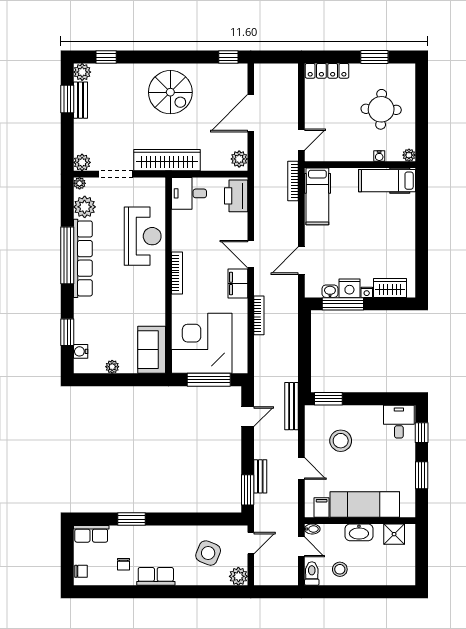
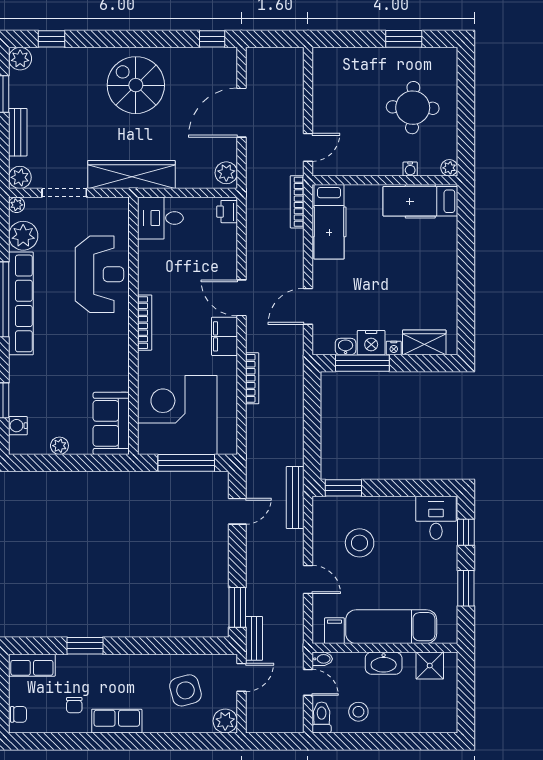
locker: (327, 71) -> (342, 57), removed
spiral stairs: (170, 92) -> (136, 85), turned 180
bench: (80, 100) -> (18, 132), moved
printer: (236, 196) -> (227, 212), width x0.53, depth x0.68
bench: (260, 476) -> (254, 638), moved
side table: (208, 553) -> (185, 690), turned -37

